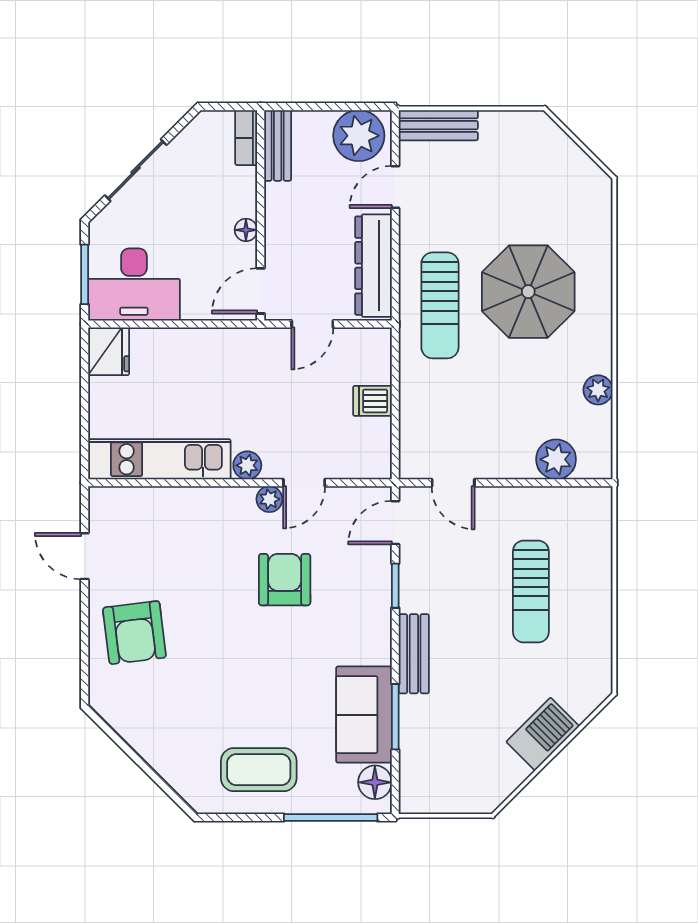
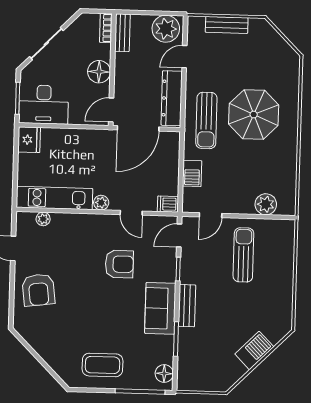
bench: (438, 125) -> (227, 25), moved
floor lamp: (246, 230) -> (99, 72), width x1.89, depth x1.89
door: (312, 324) -> (138, 128), width x1.87
plant: (598, 390) -> (289, 168), removed
dishwasher: (372, 401) -> (168, 204), moved
barbecue: (416, 405) -> (192, 173), added
door: (304, 483) -> (131, 213), hinge flipped
door: (453, 483) -> (211, 215), hinge flipped
plant: (269, 499) -> (43, 219), moved
armchair: (285, 580) -> (119, 264), turned 90
sun lounger: (531, 592) -> (243, 255), moved, turned 180
sofa: (364, 715) -> (160, 308), moved

